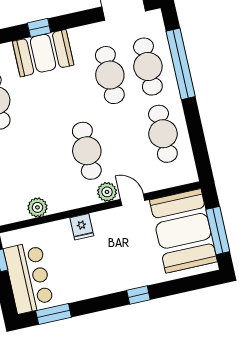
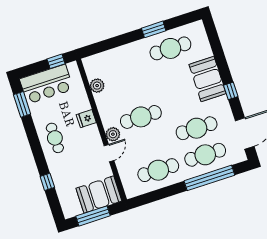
window: (39, 28) -> (231, 91), moved
booth: (183, 231) -> (99, 195), width x0.73, depth x0.70
cafe table: (104, 273) -> (55, 138), added
window: (138, 295) -> (47, 182), moved

